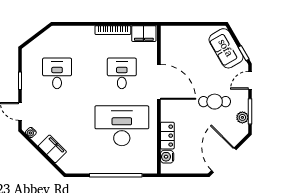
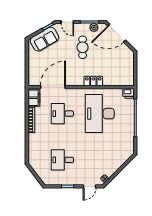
door: (159, 82) -> (53, 87), moved
locker: (167, 136) -> (93, 81), moved
filing cabinet: (52, 149) -> (116, 163), removed
water cooler: (167, 157) -> (122, 81), removed
door: (224, 160) -> (117, 33), moved
printer: (150, 166) -> (128, 93), added

